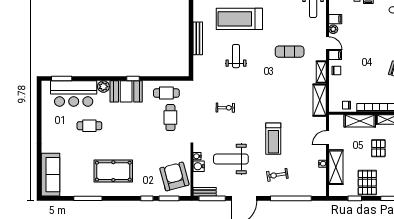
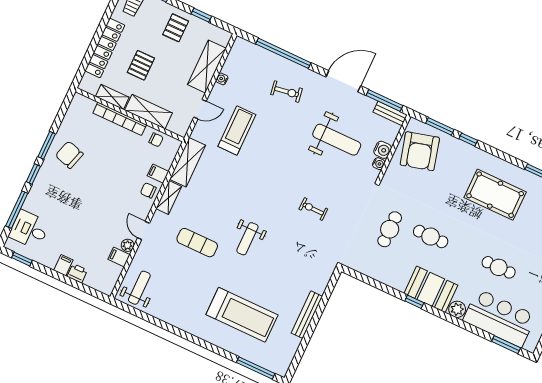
filing cabinet: (335, 55) -> (158, 174), moved
weight bench: (236, 56) -> (247, 239), moved
cafe table: (166, 93) -> (431, 237), moved
treadmill: (273, 139) -> (237, 131), moved
pallet: (367, 183) -> (176, 28), width x0.67, depth x0.71

